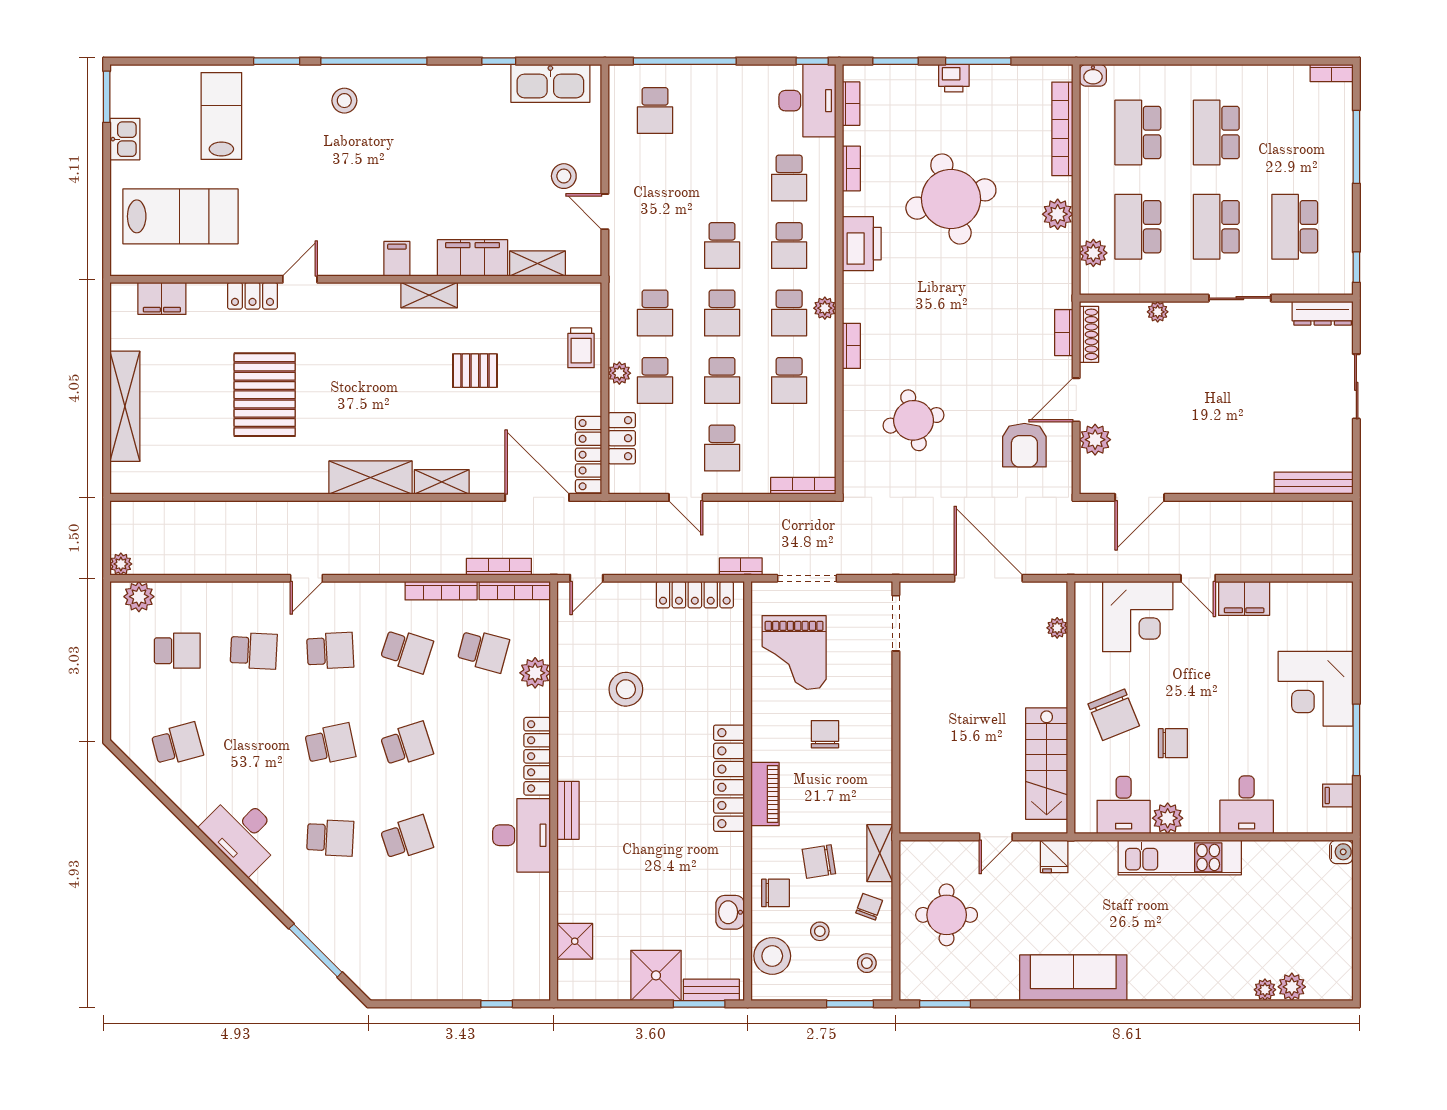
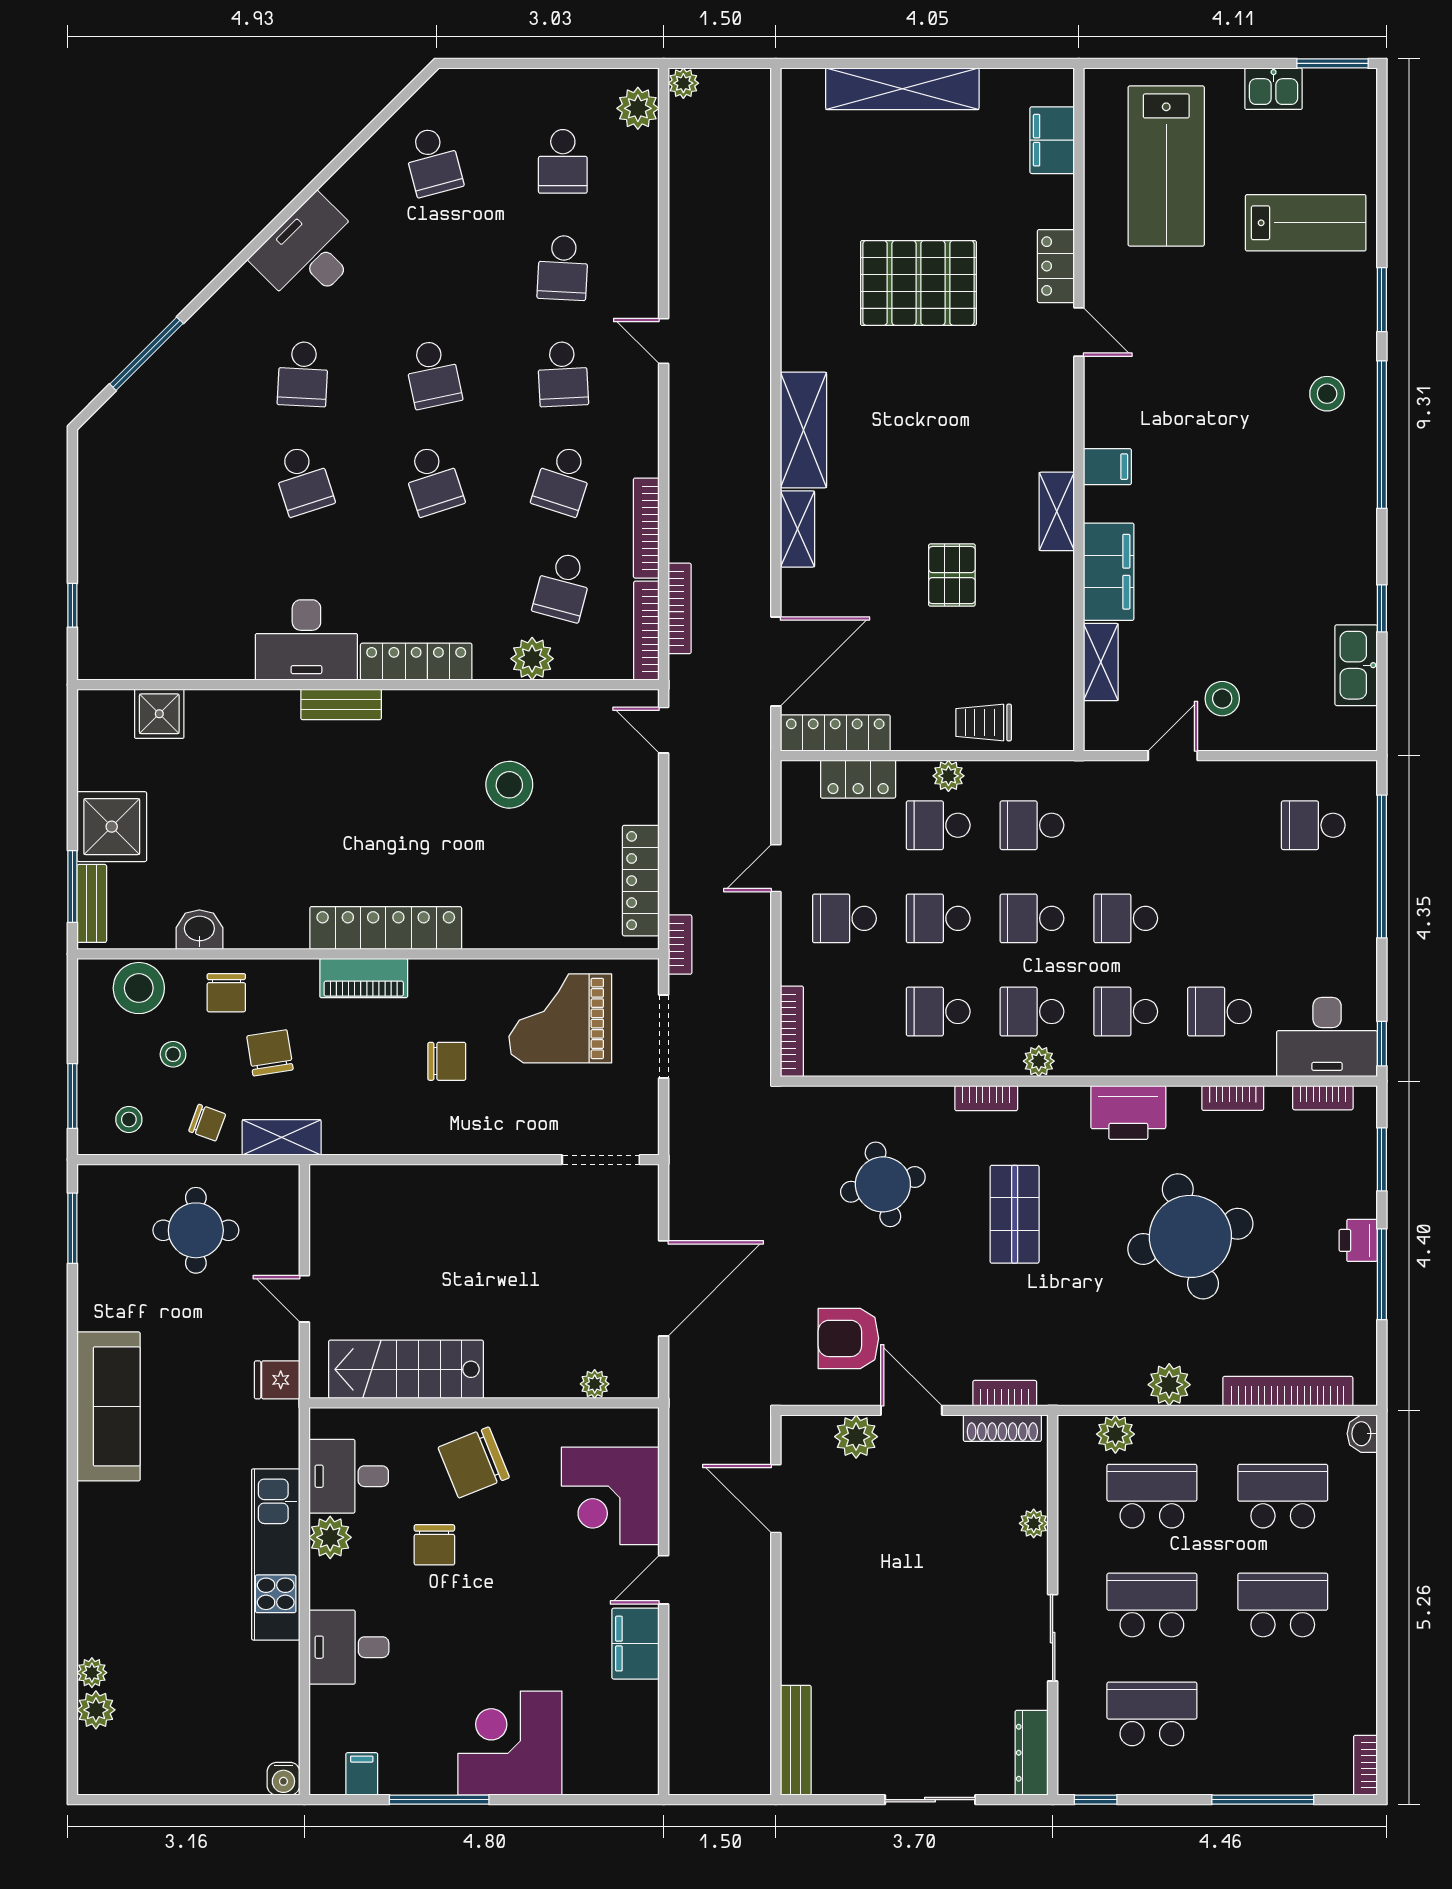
kitchen sink: (550, 83) -> (1356, 665), width x0.73, depth x0.81
shop shelf: (935, 326) -> (1015, 1214), added

